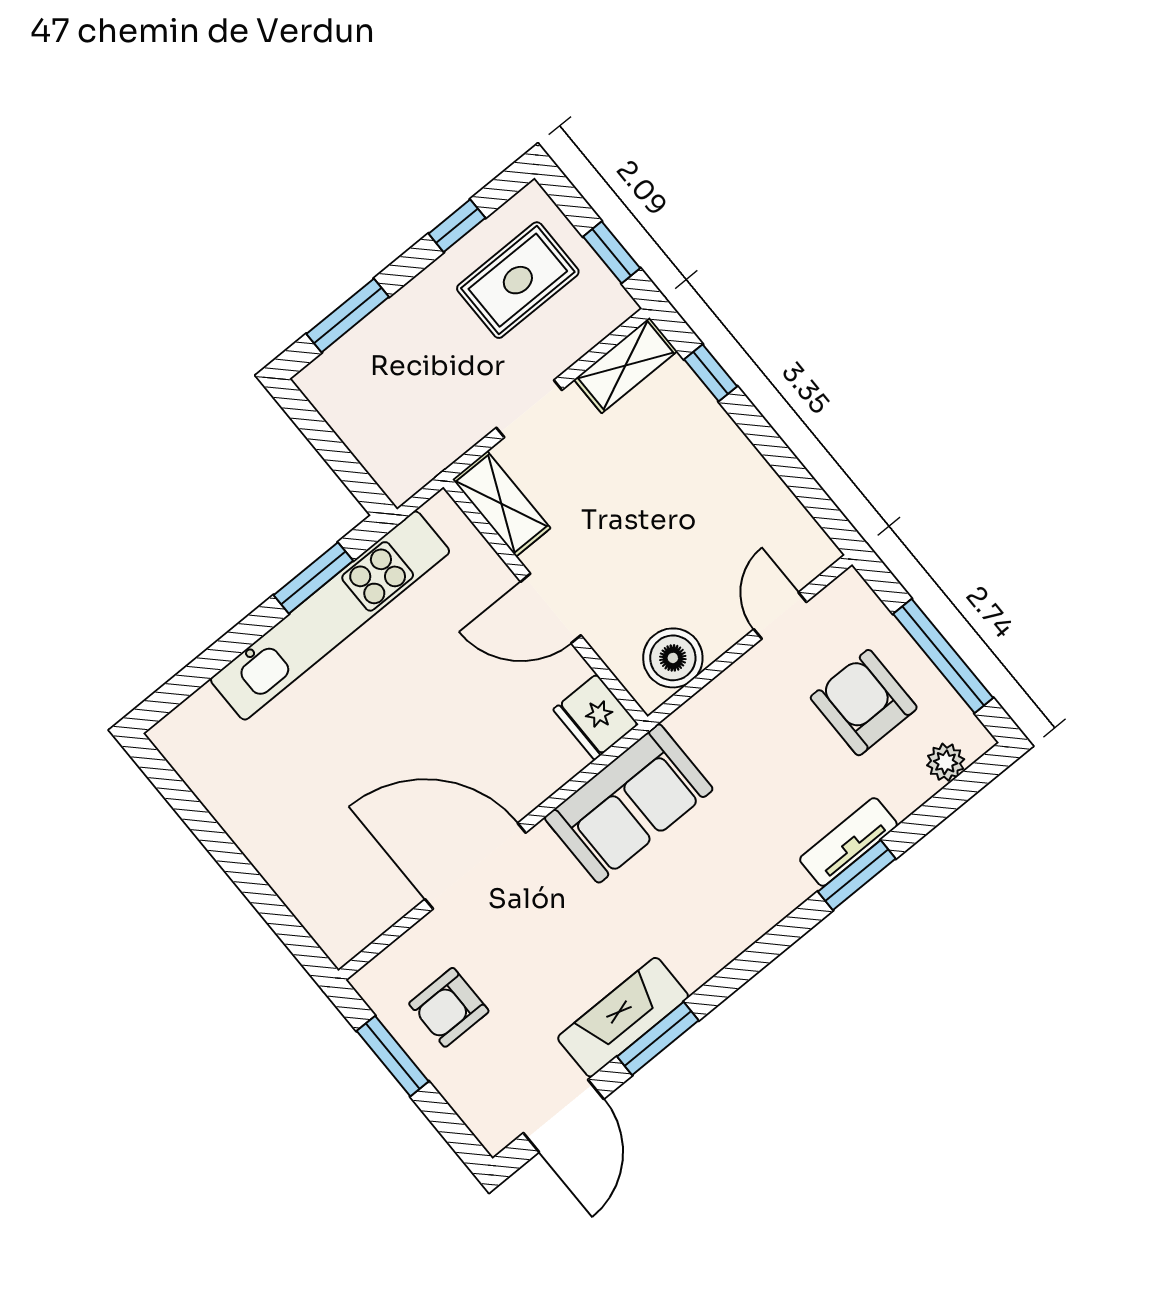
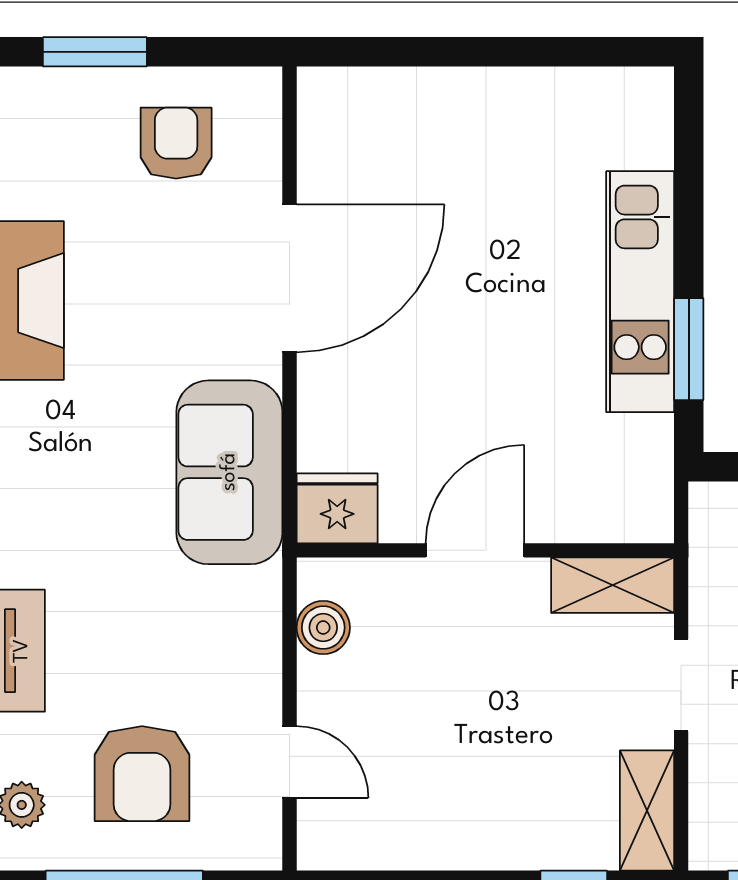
kitchen unit: (330, 616) -> (640, 292), width x0.73
boiler: (673, 658) -> (323, 628), width x0.73, depth x0.73
armchair: (864, 703) -> (142, 774), turned 90
window: (393, 1056) -> (95, 52), moved

